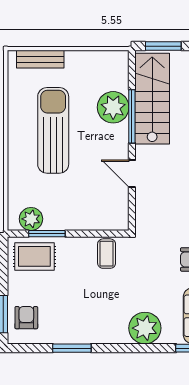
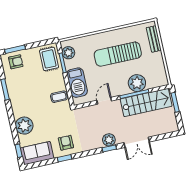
sun lounger: (53, 130) -> (118, 54), turned 180
barbecue: (88, 215) -> (77, 83), added

